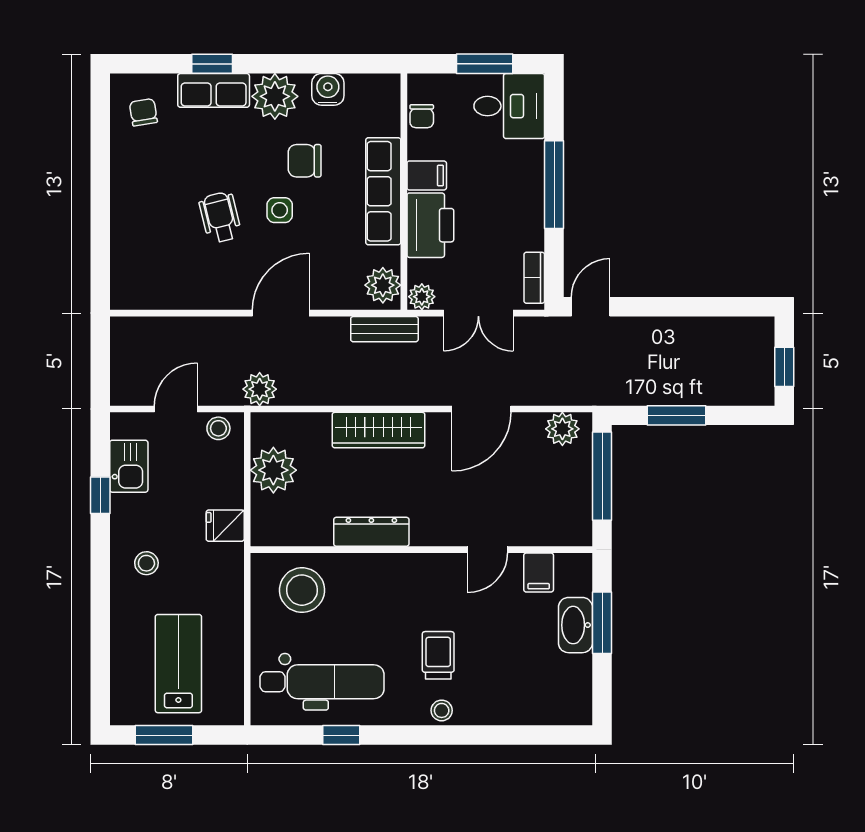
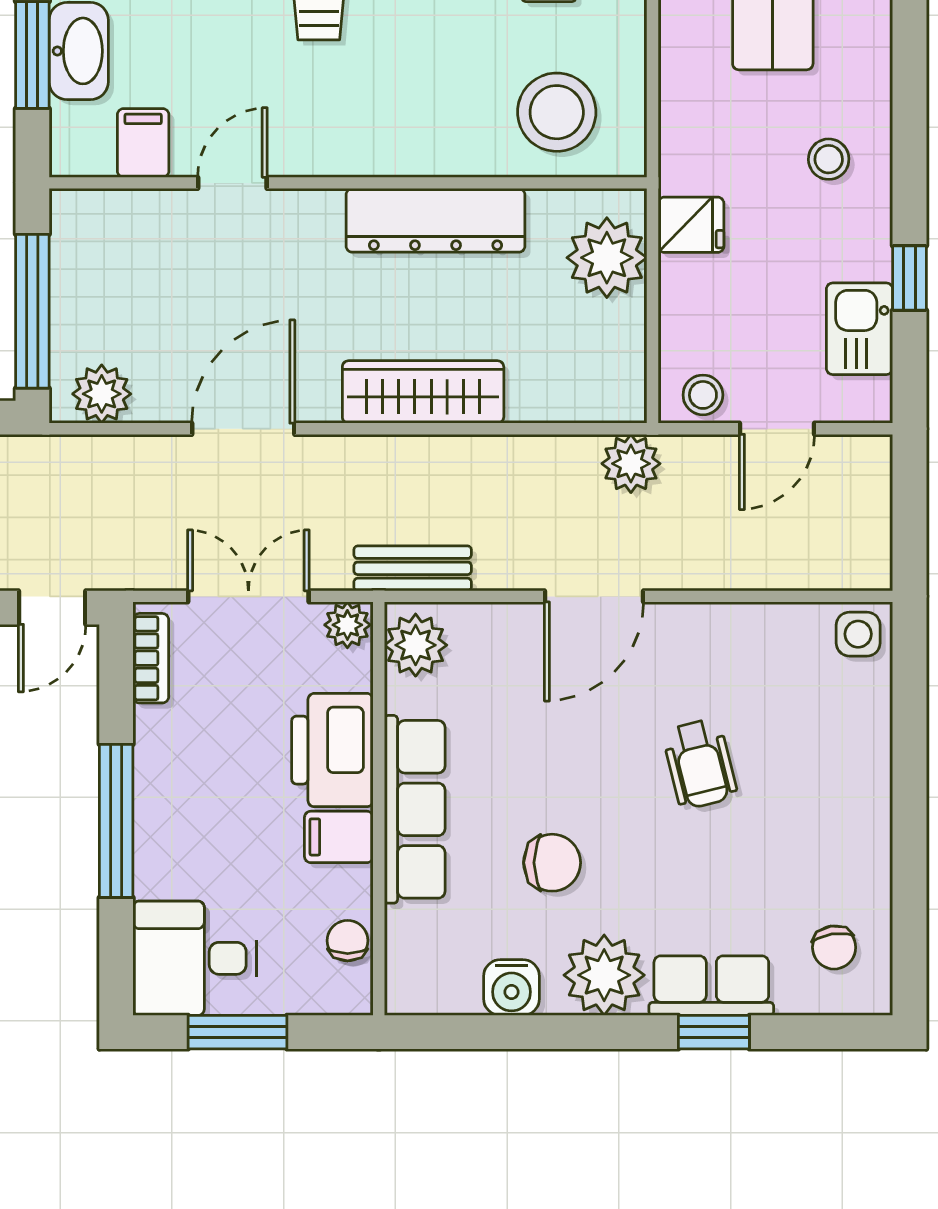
side table: (280, 210) -> (858, 634), moved
plant: (273, 470) -> (607, 258), moved
dresser: (371, 532) -> (436, 220), width x1.37, depth x1.24

